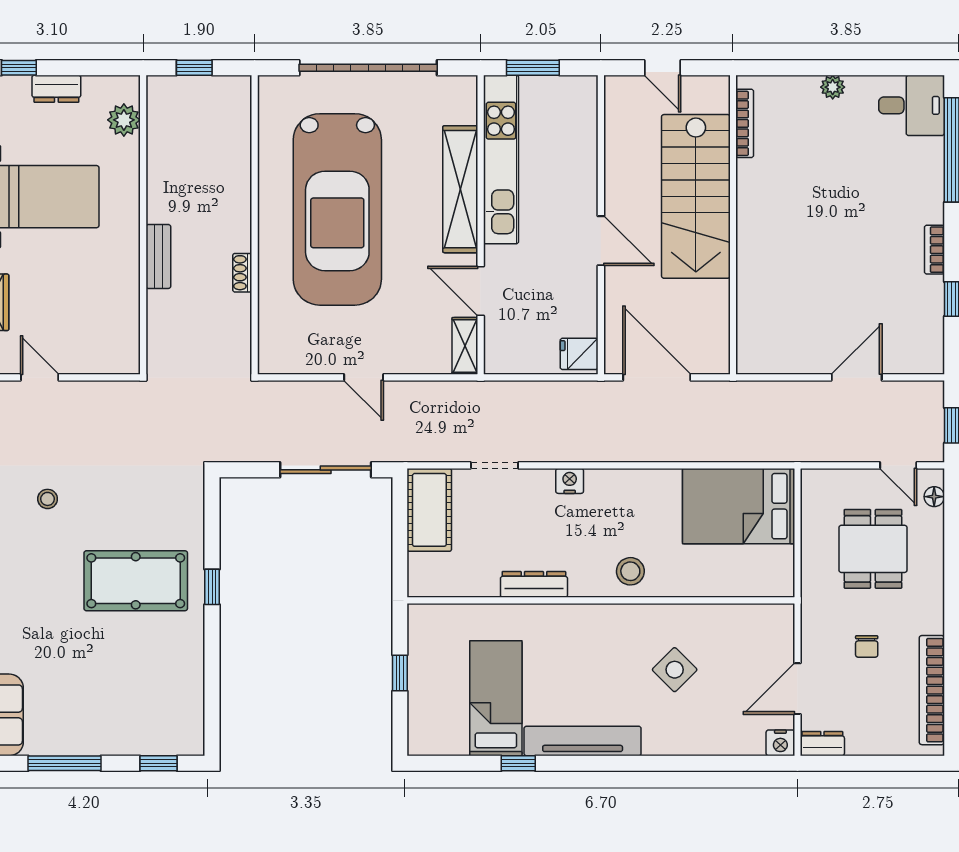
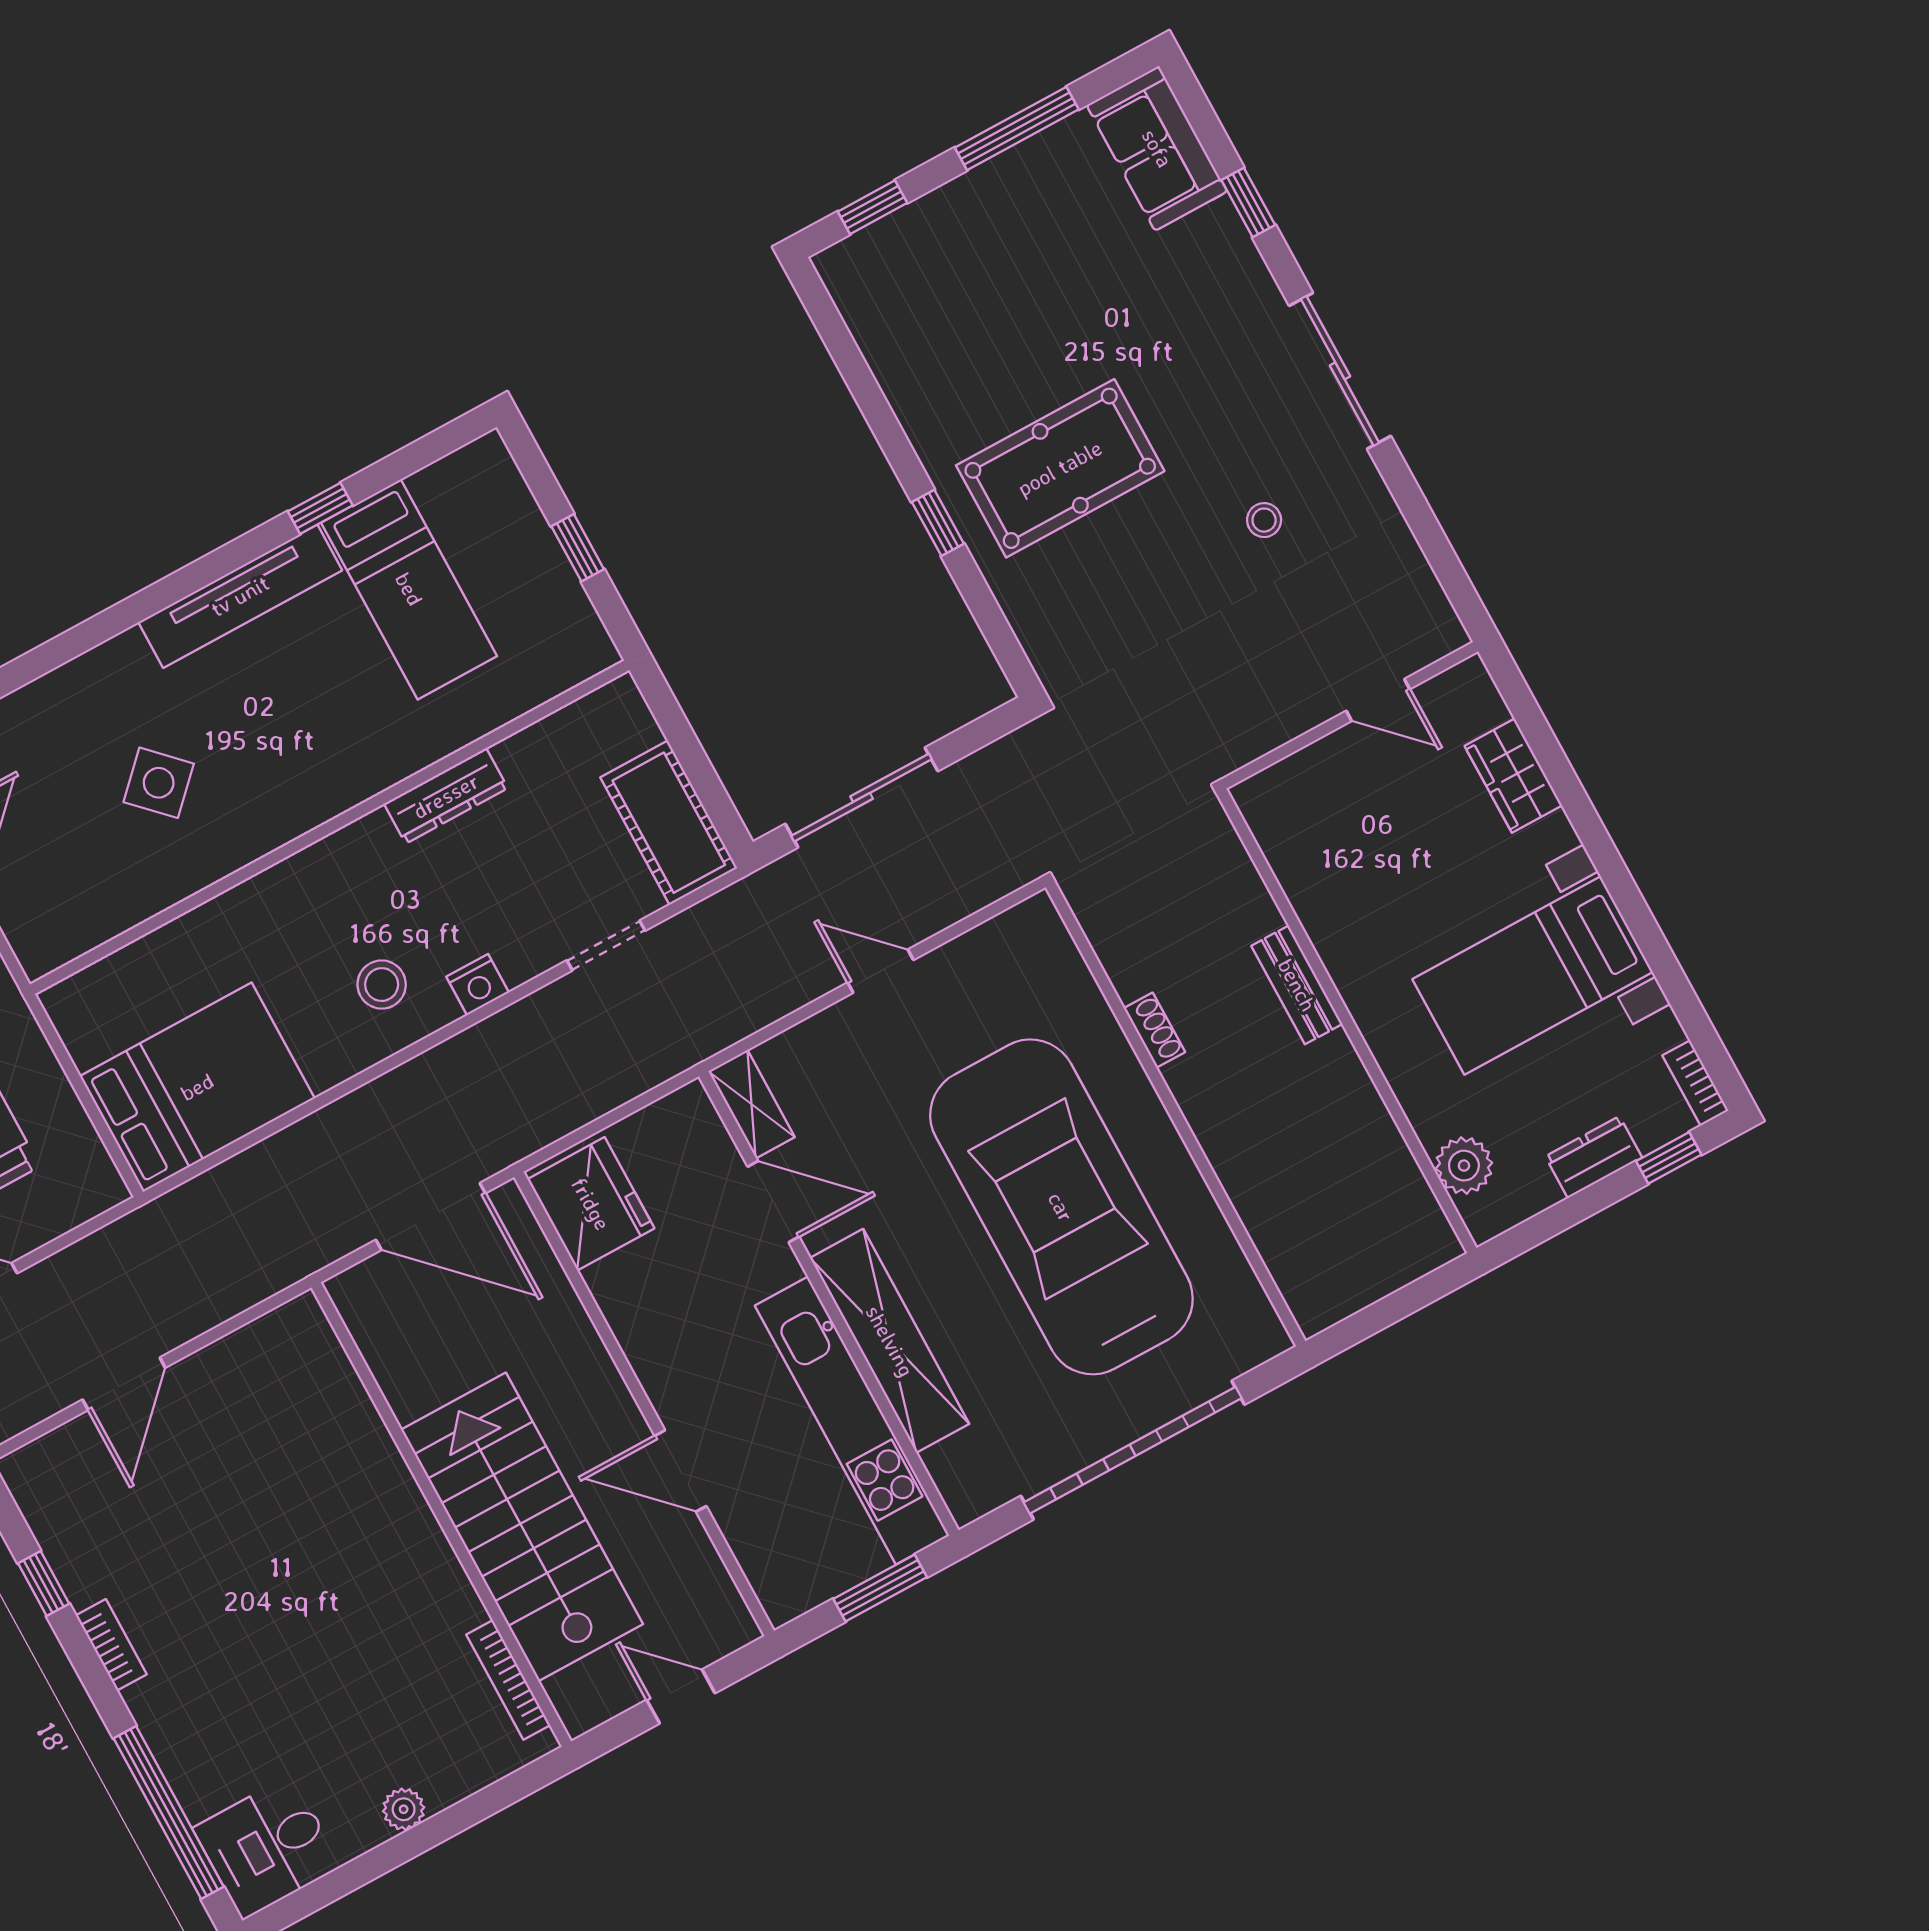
window: (194, 68) -> (1400, 1305), removed
door: (601, 241) -> (681, 1471), moved
fridge: (579, 354) -> (591, 1204), width x1.88, depth x1.34
stool: (630, 571) -> (382, 985), moved

